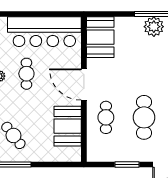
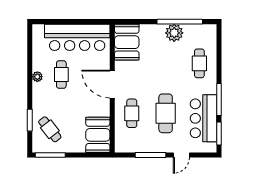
booth: (68, 126) -> (98, 135), moved
window: (127, 165) -> (151, 155), width x1.44

